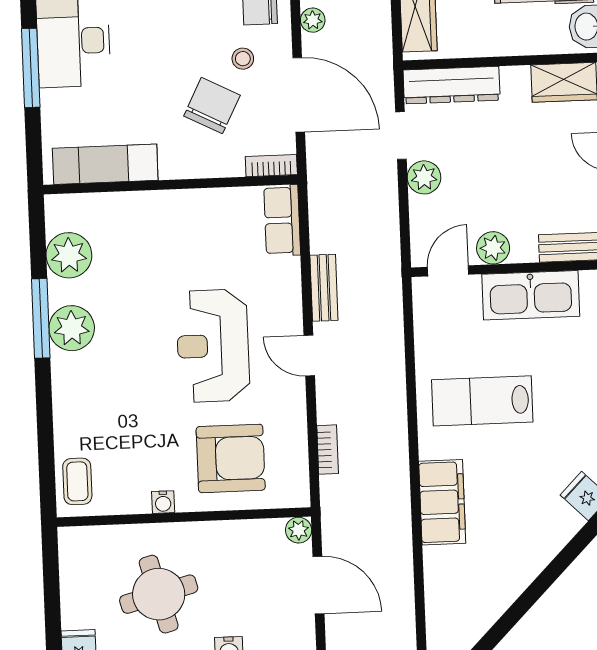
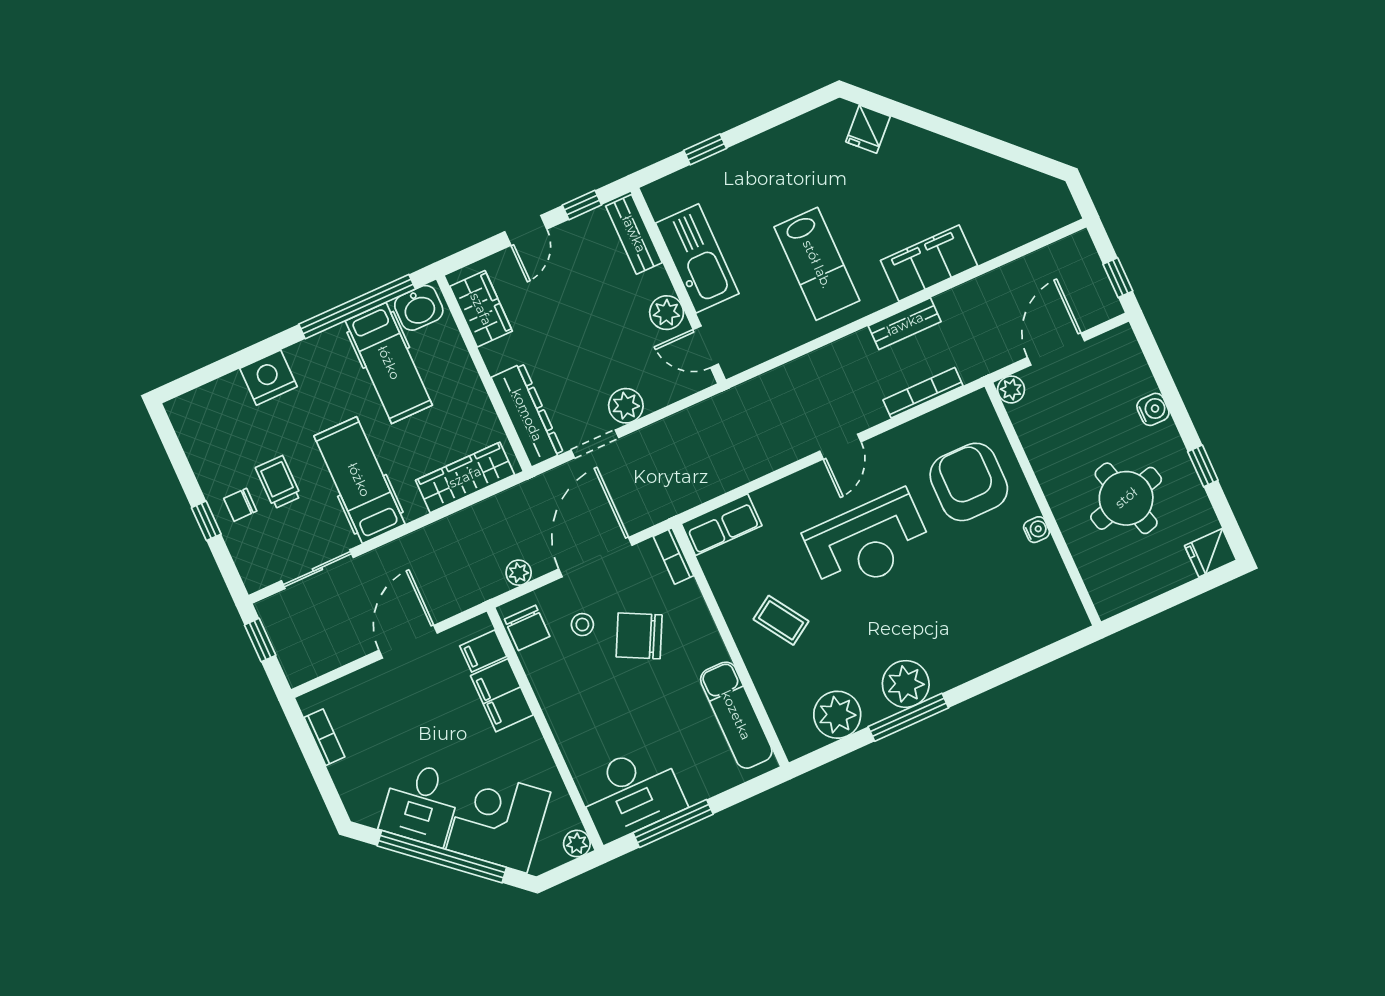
bench: (324, 288) -> (905, 324), moved
bookcase: (328, 450) -> (923, 393), width x1.56
coffee table: (77, 481) -> (781, 620), moved, turned 57

